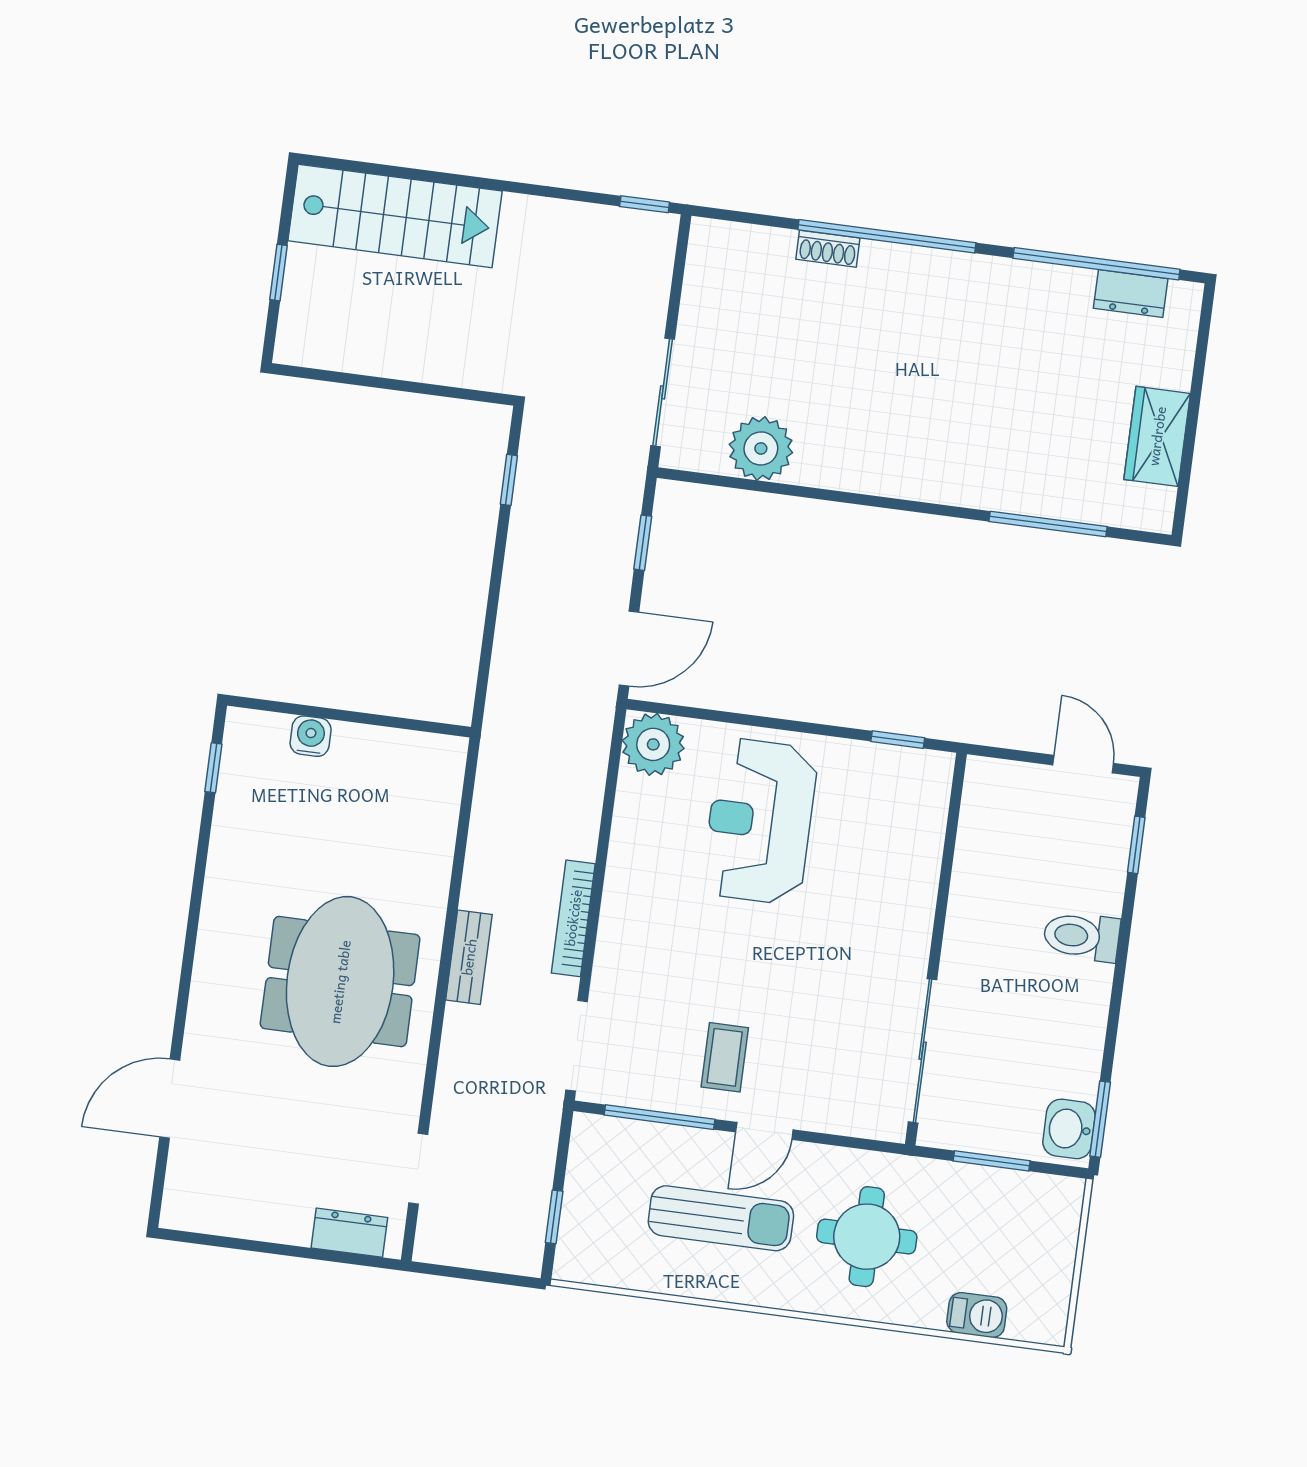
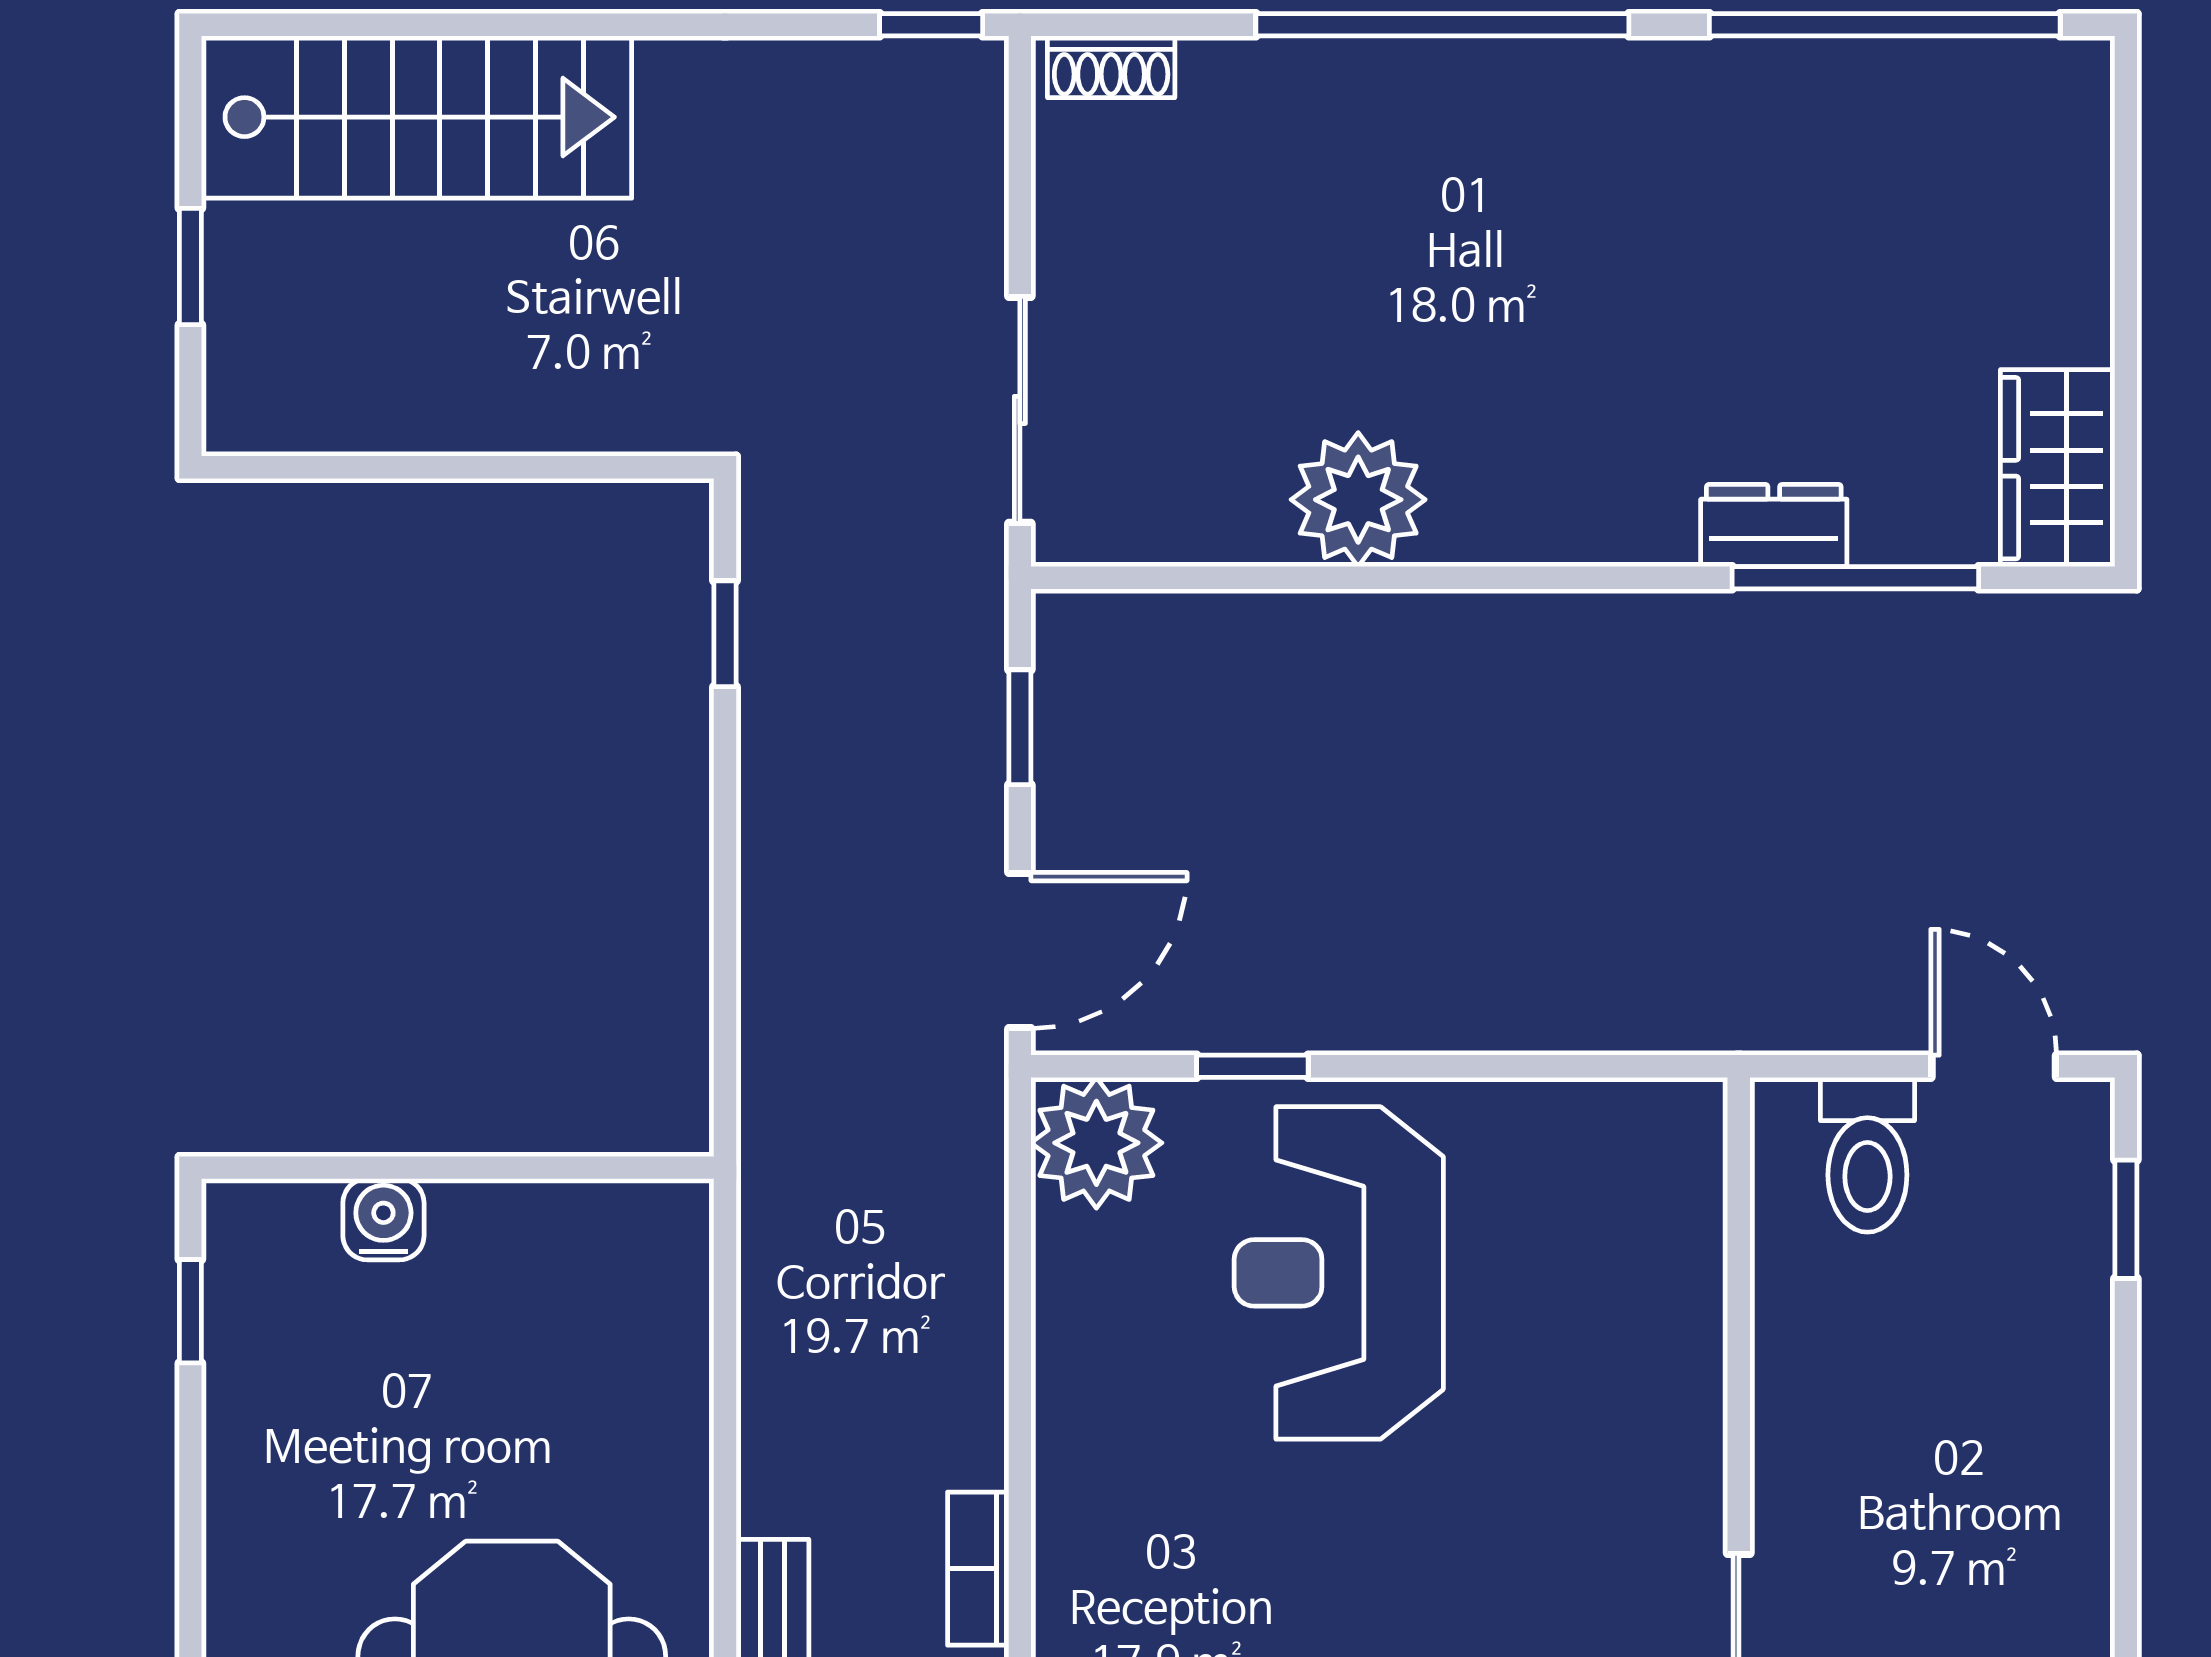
shoe rack: (828, 249) -> (1111, 67), moved
dresser: (1131, 293) -> (1774, 526), moved, turned 180
wardrobe: (1157, 436) -> (2058, 468), moved
plant: (761, 448) -> (1358, 500), moved
window: (898, 740) -> (1252, 1066), moved
bookcase: (573, 918) -> (978, 1569), width x0.64
toilet: (1081, 936) -> (1867, 1155), moved, turned -90

